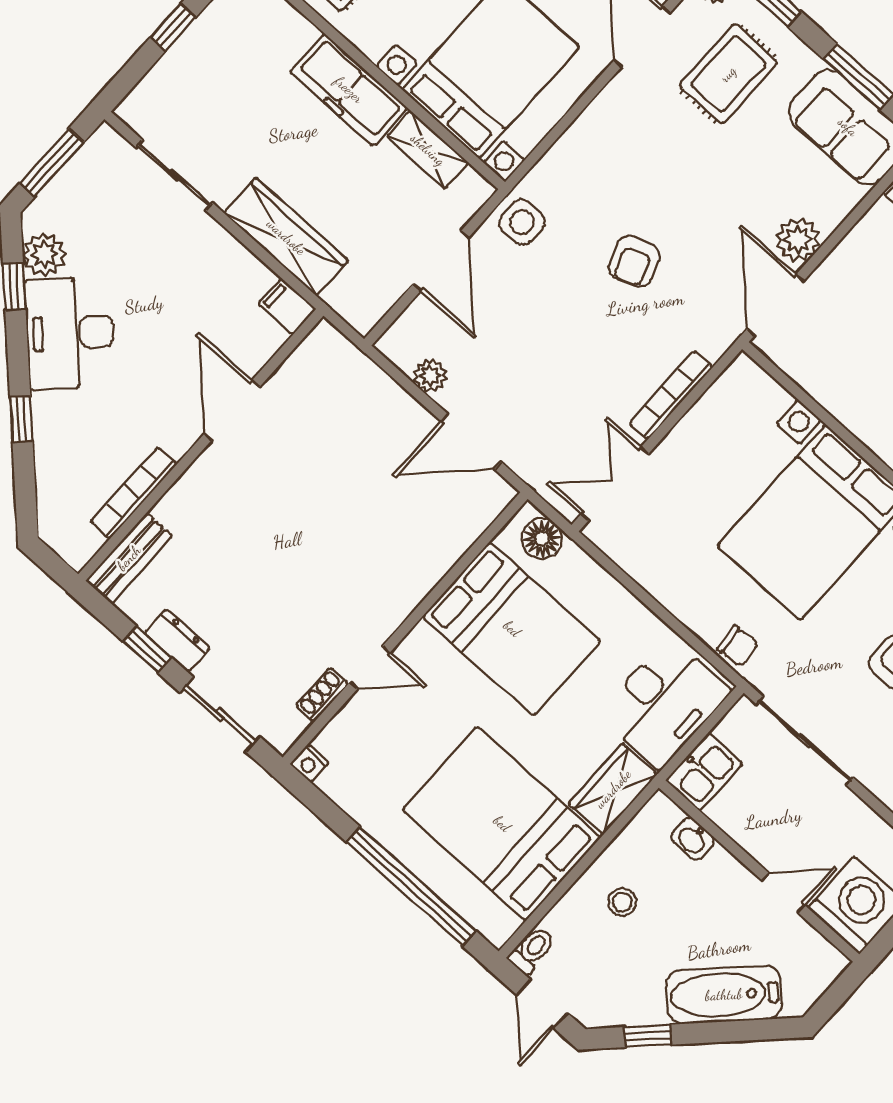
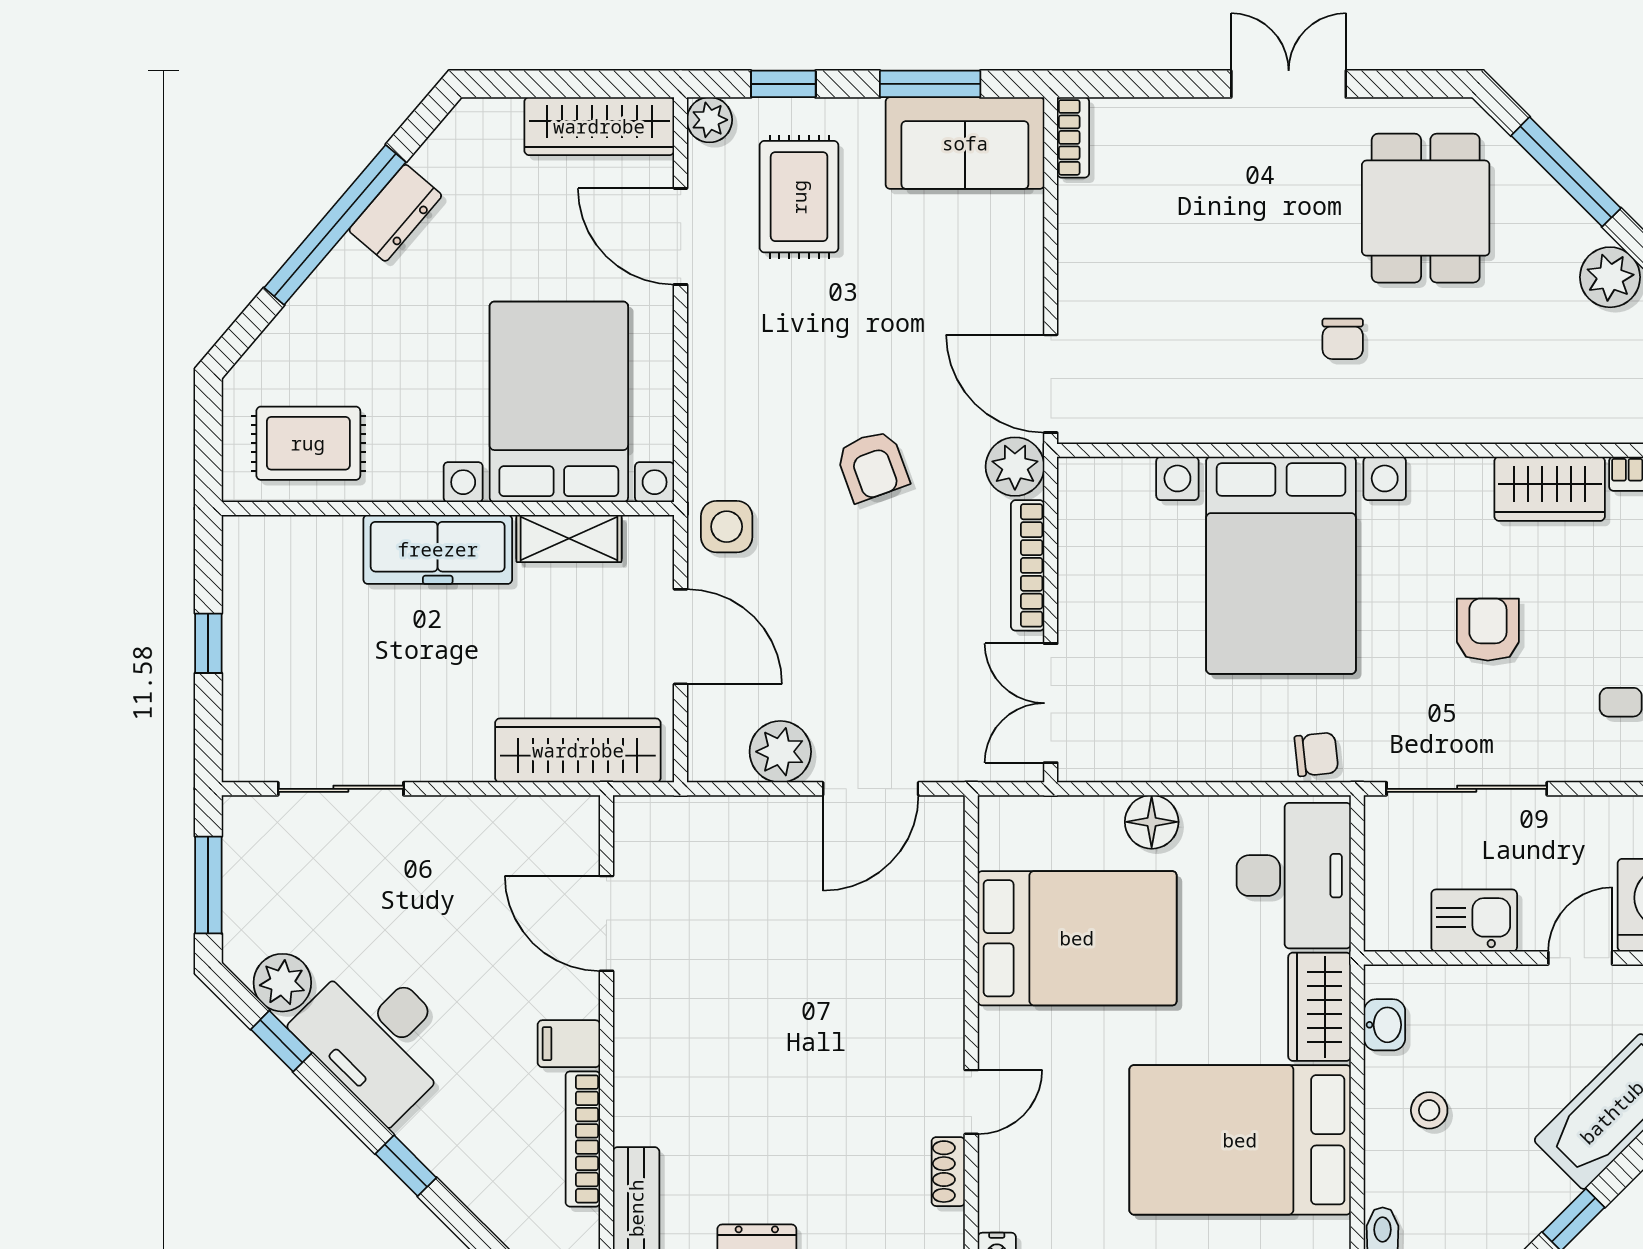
wardrobe: (286, 237) -> (578, 750), moved
plant: (798, 240) -> (1015, 467), moved
filing cabinet: (287, 306) -> (569, 1044), moved
plant: (430, 376) -> (780, 752), width x1.38, depth x1.38
door: (232, 410) -> (606, 923), moved
floor lamp: (542, 539) -> (1152, 822), moved
kitchen sink: (704, 772) -> (1474, 921), moved, turned -90
washbasin: (693, 839) -> (1384, 1025), moved, turned -90

